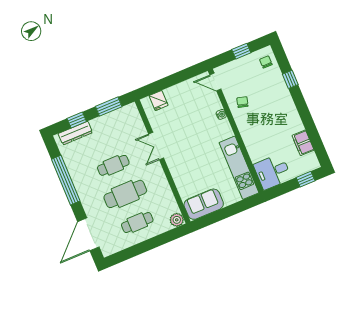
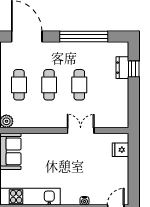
window: (109, 107) -> (134, 103), removed
dresser: (75, 133) -> (122, 68), width x0.70
cafe table: (125, 194) -> (49, 85), width x0.73, depth x0.74

